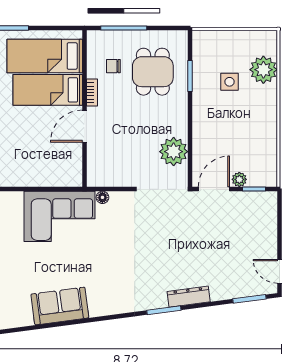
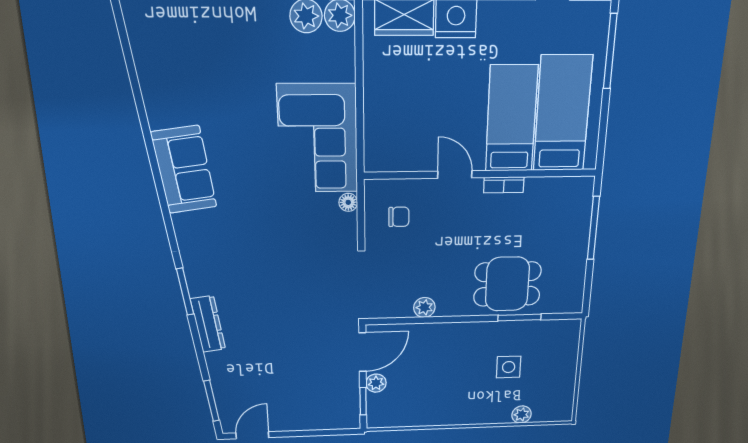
chair: (113, 66) -> (399, 217), moved, turned 90
plant: (263, 70) -> (522, 415), width x0.53, depth x0.53
dining table: (153, 72) -> (507, 284), moved
door: (84, 126) -> (455, 174), width x0.73
plant: (174, 152) -> (424, 307), width x0.53, depth x0.53
door: (214, 189) -> (362, 352), hinge flipped
sofa: (60, 306) -> (184, 170), moved

